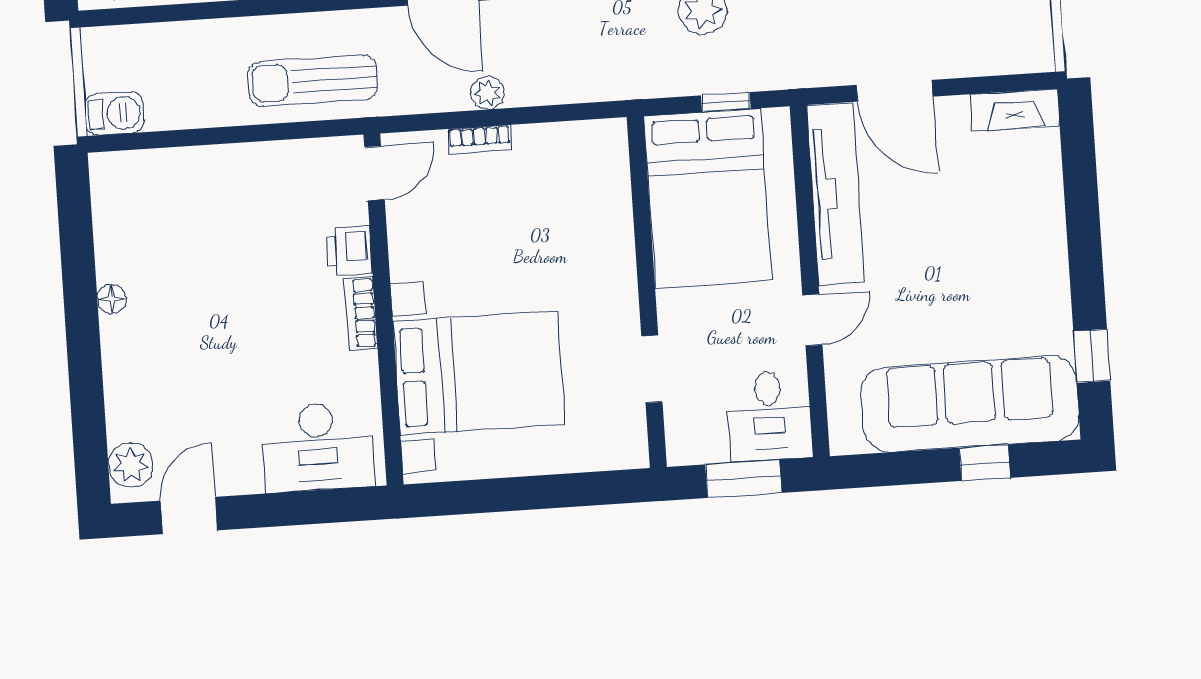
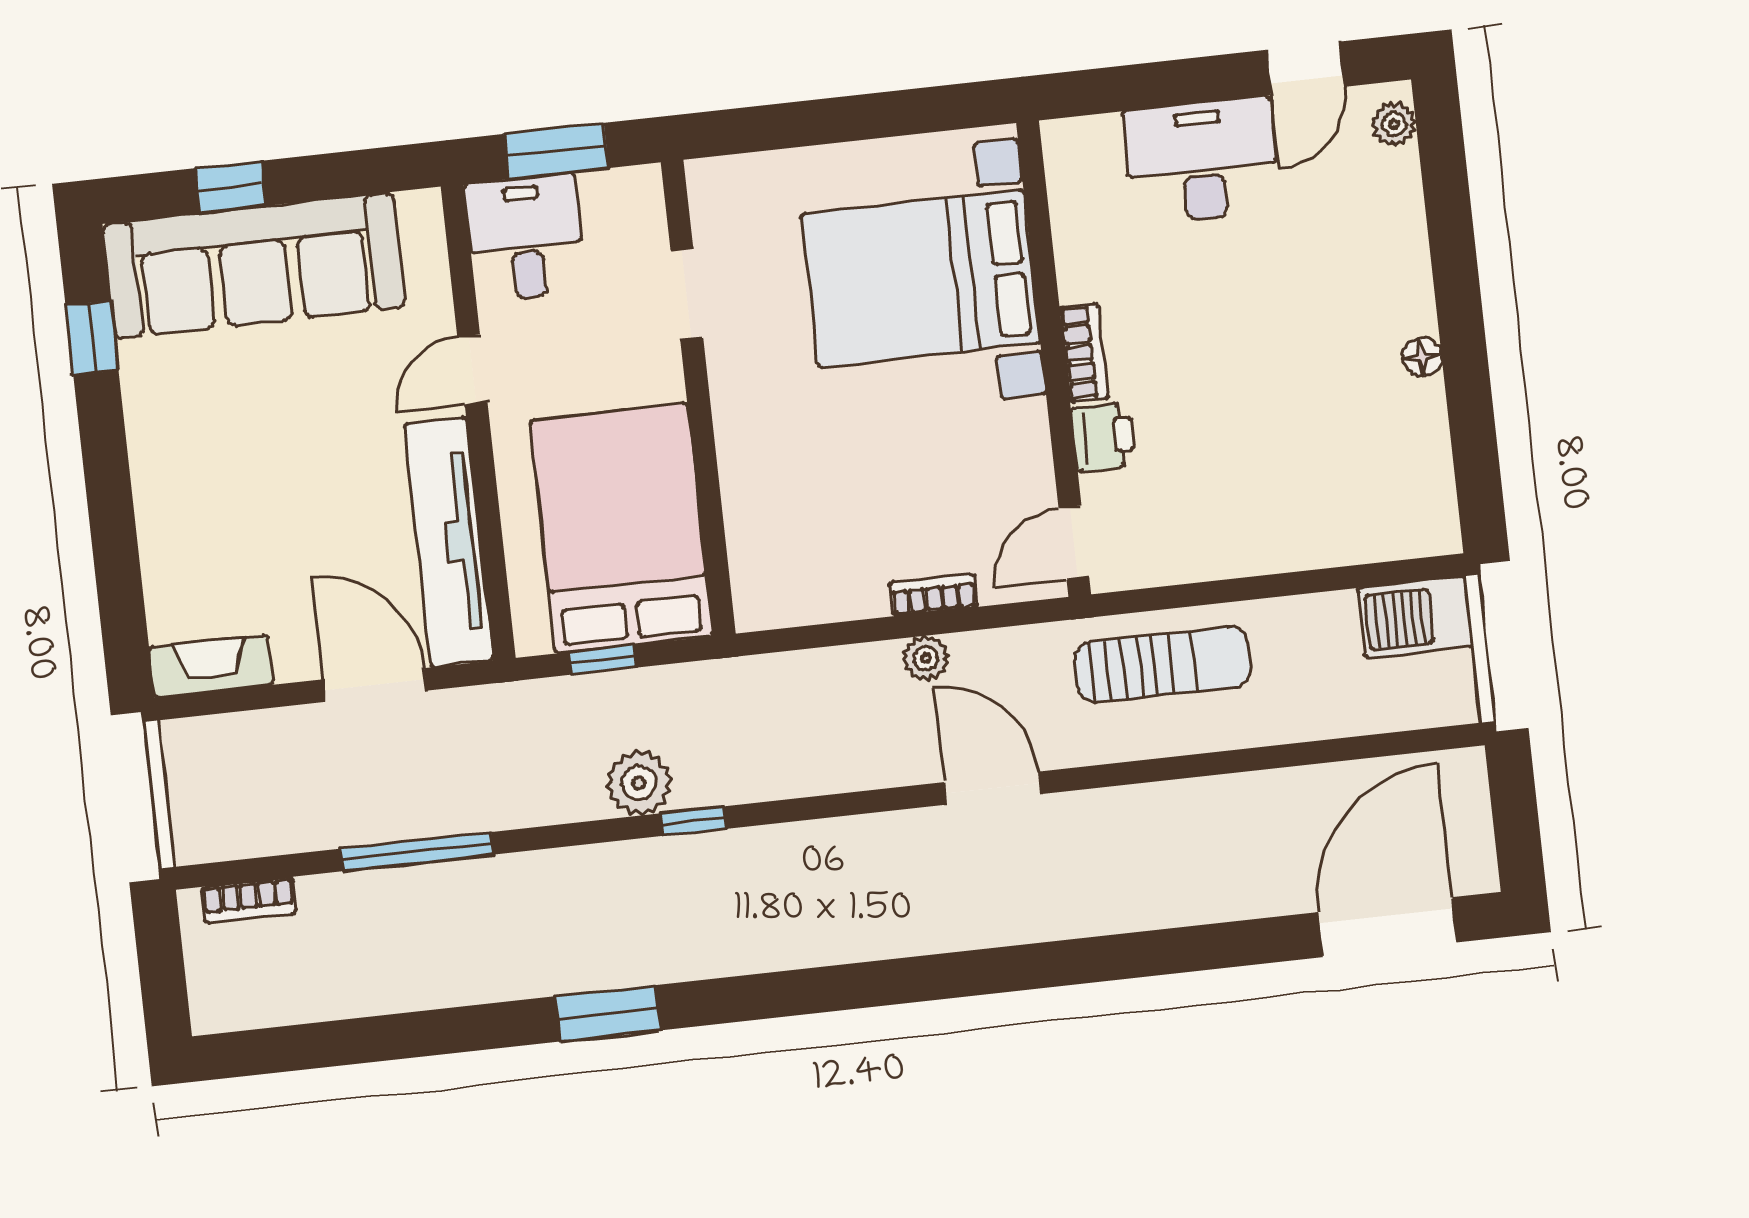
barbecue: (114, 113) -> (1416, 617), width x1.38, depth x1.27
desk: (318, 447) -> (1202, 161), moved
plant: (131, 465) -> (1394, 124), width x0.73, depth x0.73

